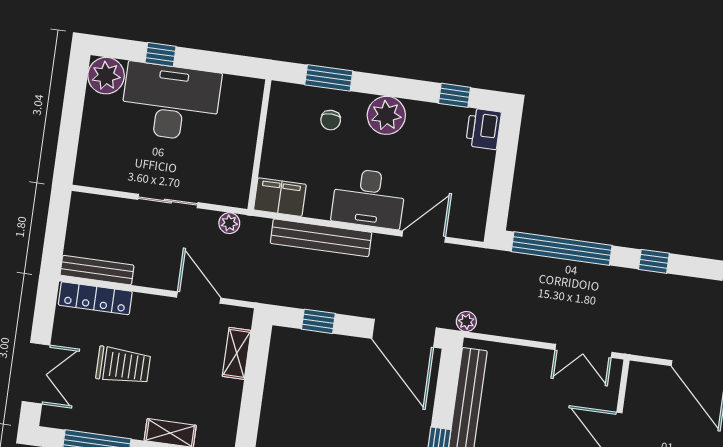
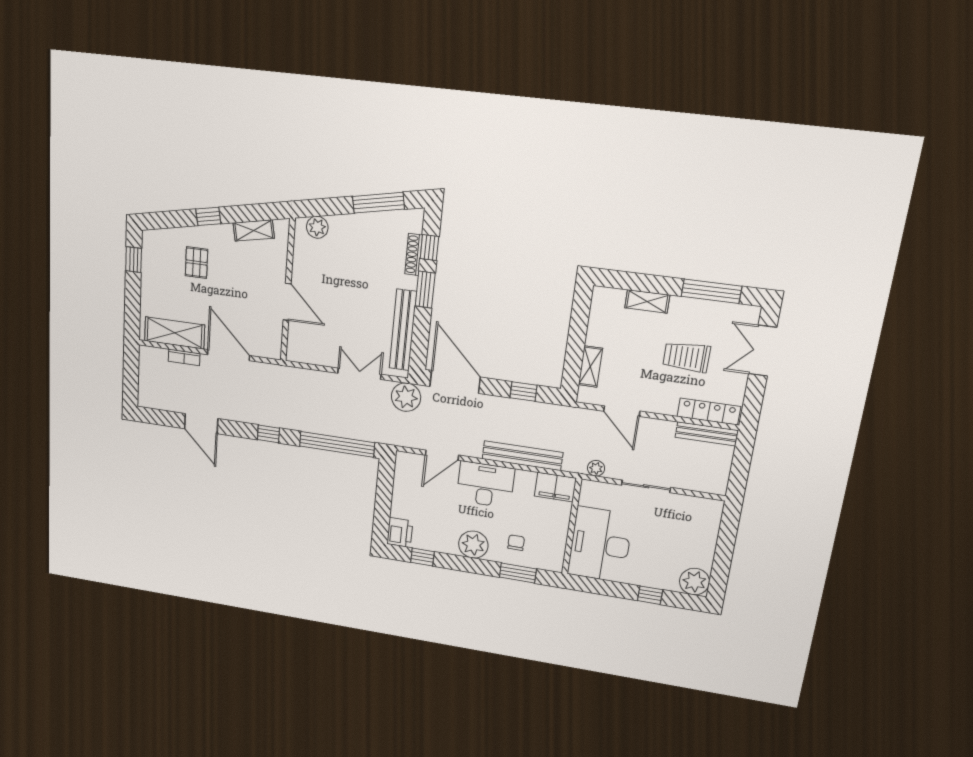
desk: (171, 102) -> (600, 545), moved, turned 90
plant: (466, 321) -> (406, 397), width x1.88, depth x1.88
double door: (583, 351) -> (359, 374), moved

